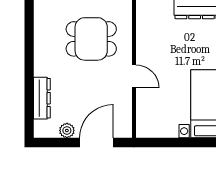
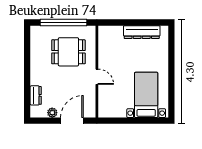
dresser: (42, 98) -> (36, 95), width x0.70

